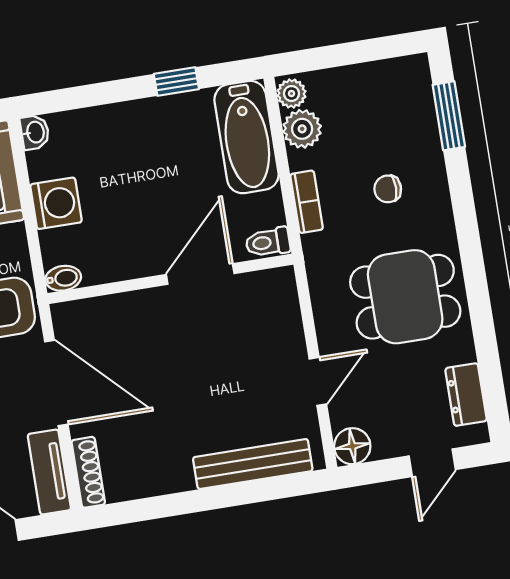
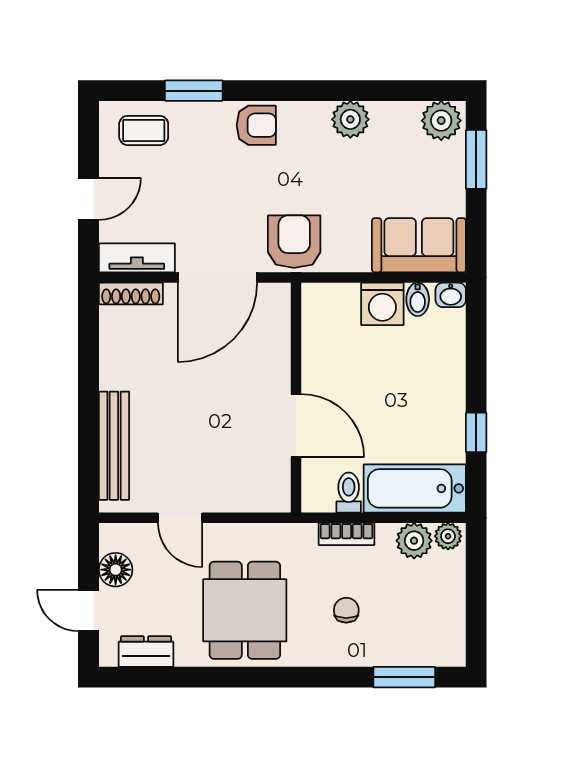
toilet: (268, 242) -> (349, 493), moved
bidet: (63, 278) -> (418, 299), moved
floor lamp: (352, 446) -> (116, 570), moved

